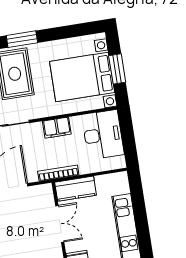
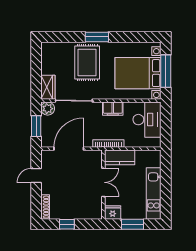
window: (117, 69) -> (166, 71), width x1.44

